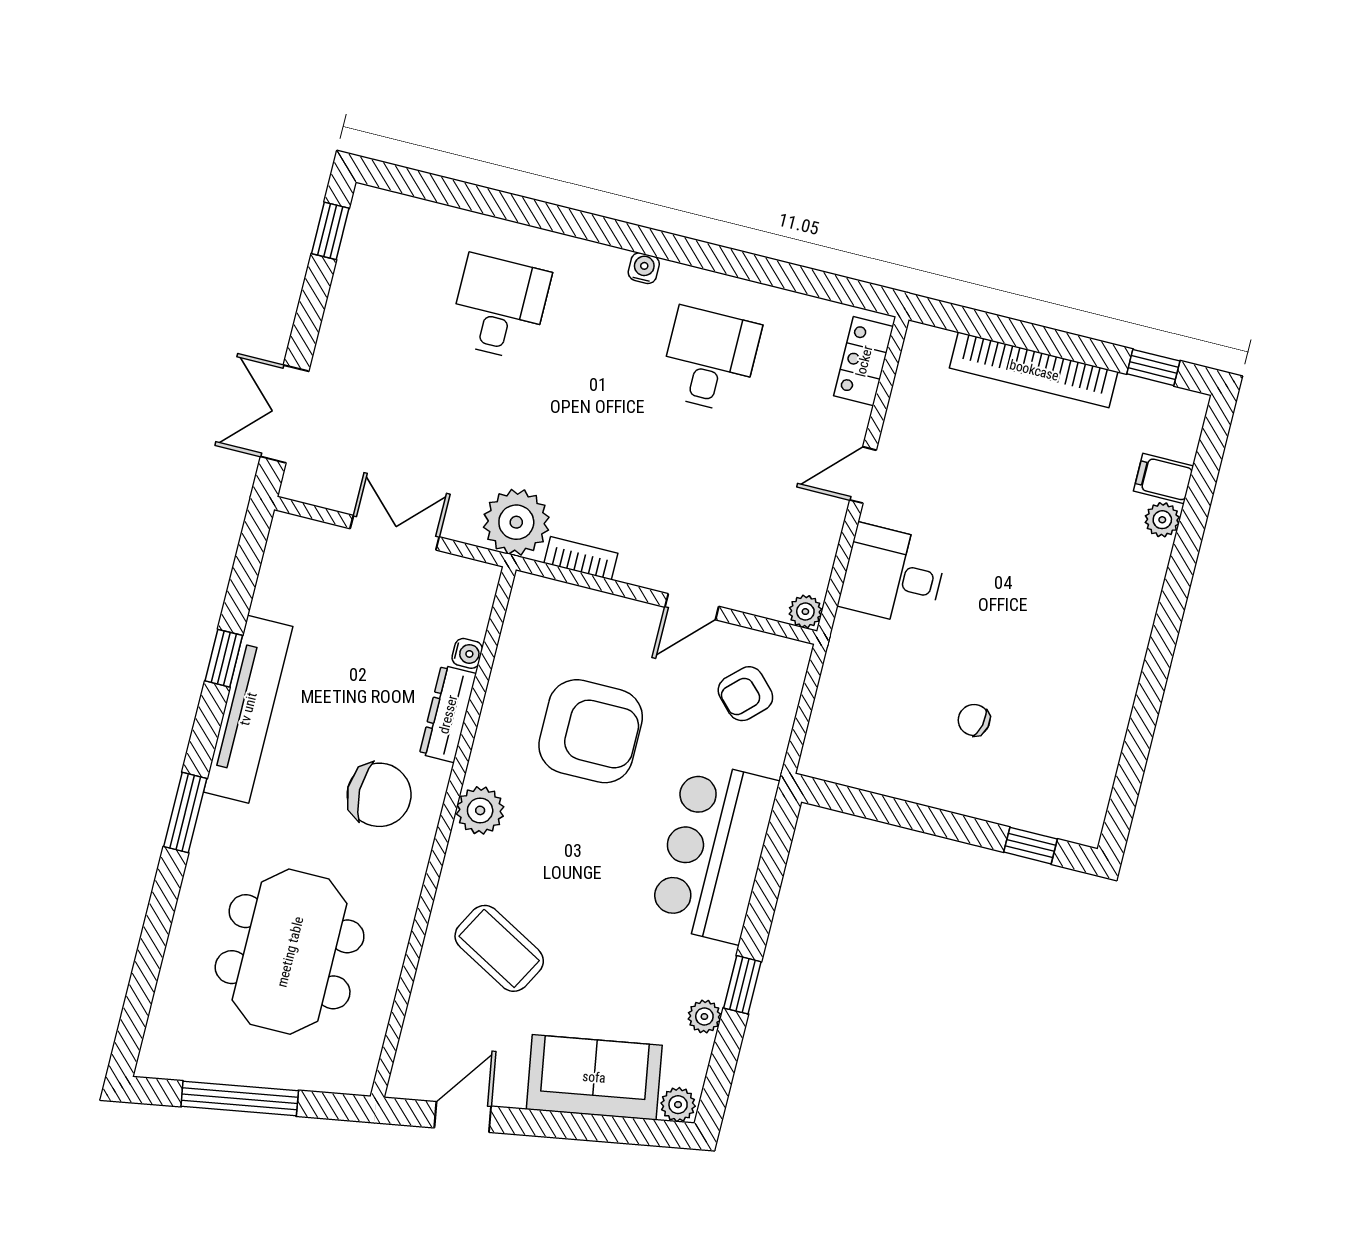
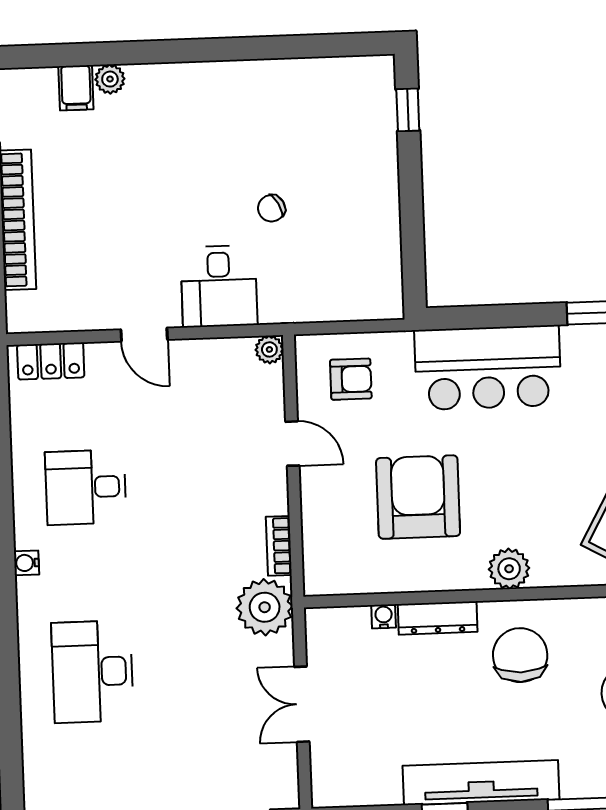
desk: (500, 307) -> (92, 672), width x1.37
armchair: (745, 694) -> (351, 379), turned -46
chair: (974, 720) -> (271, 208), moved, turned 48

